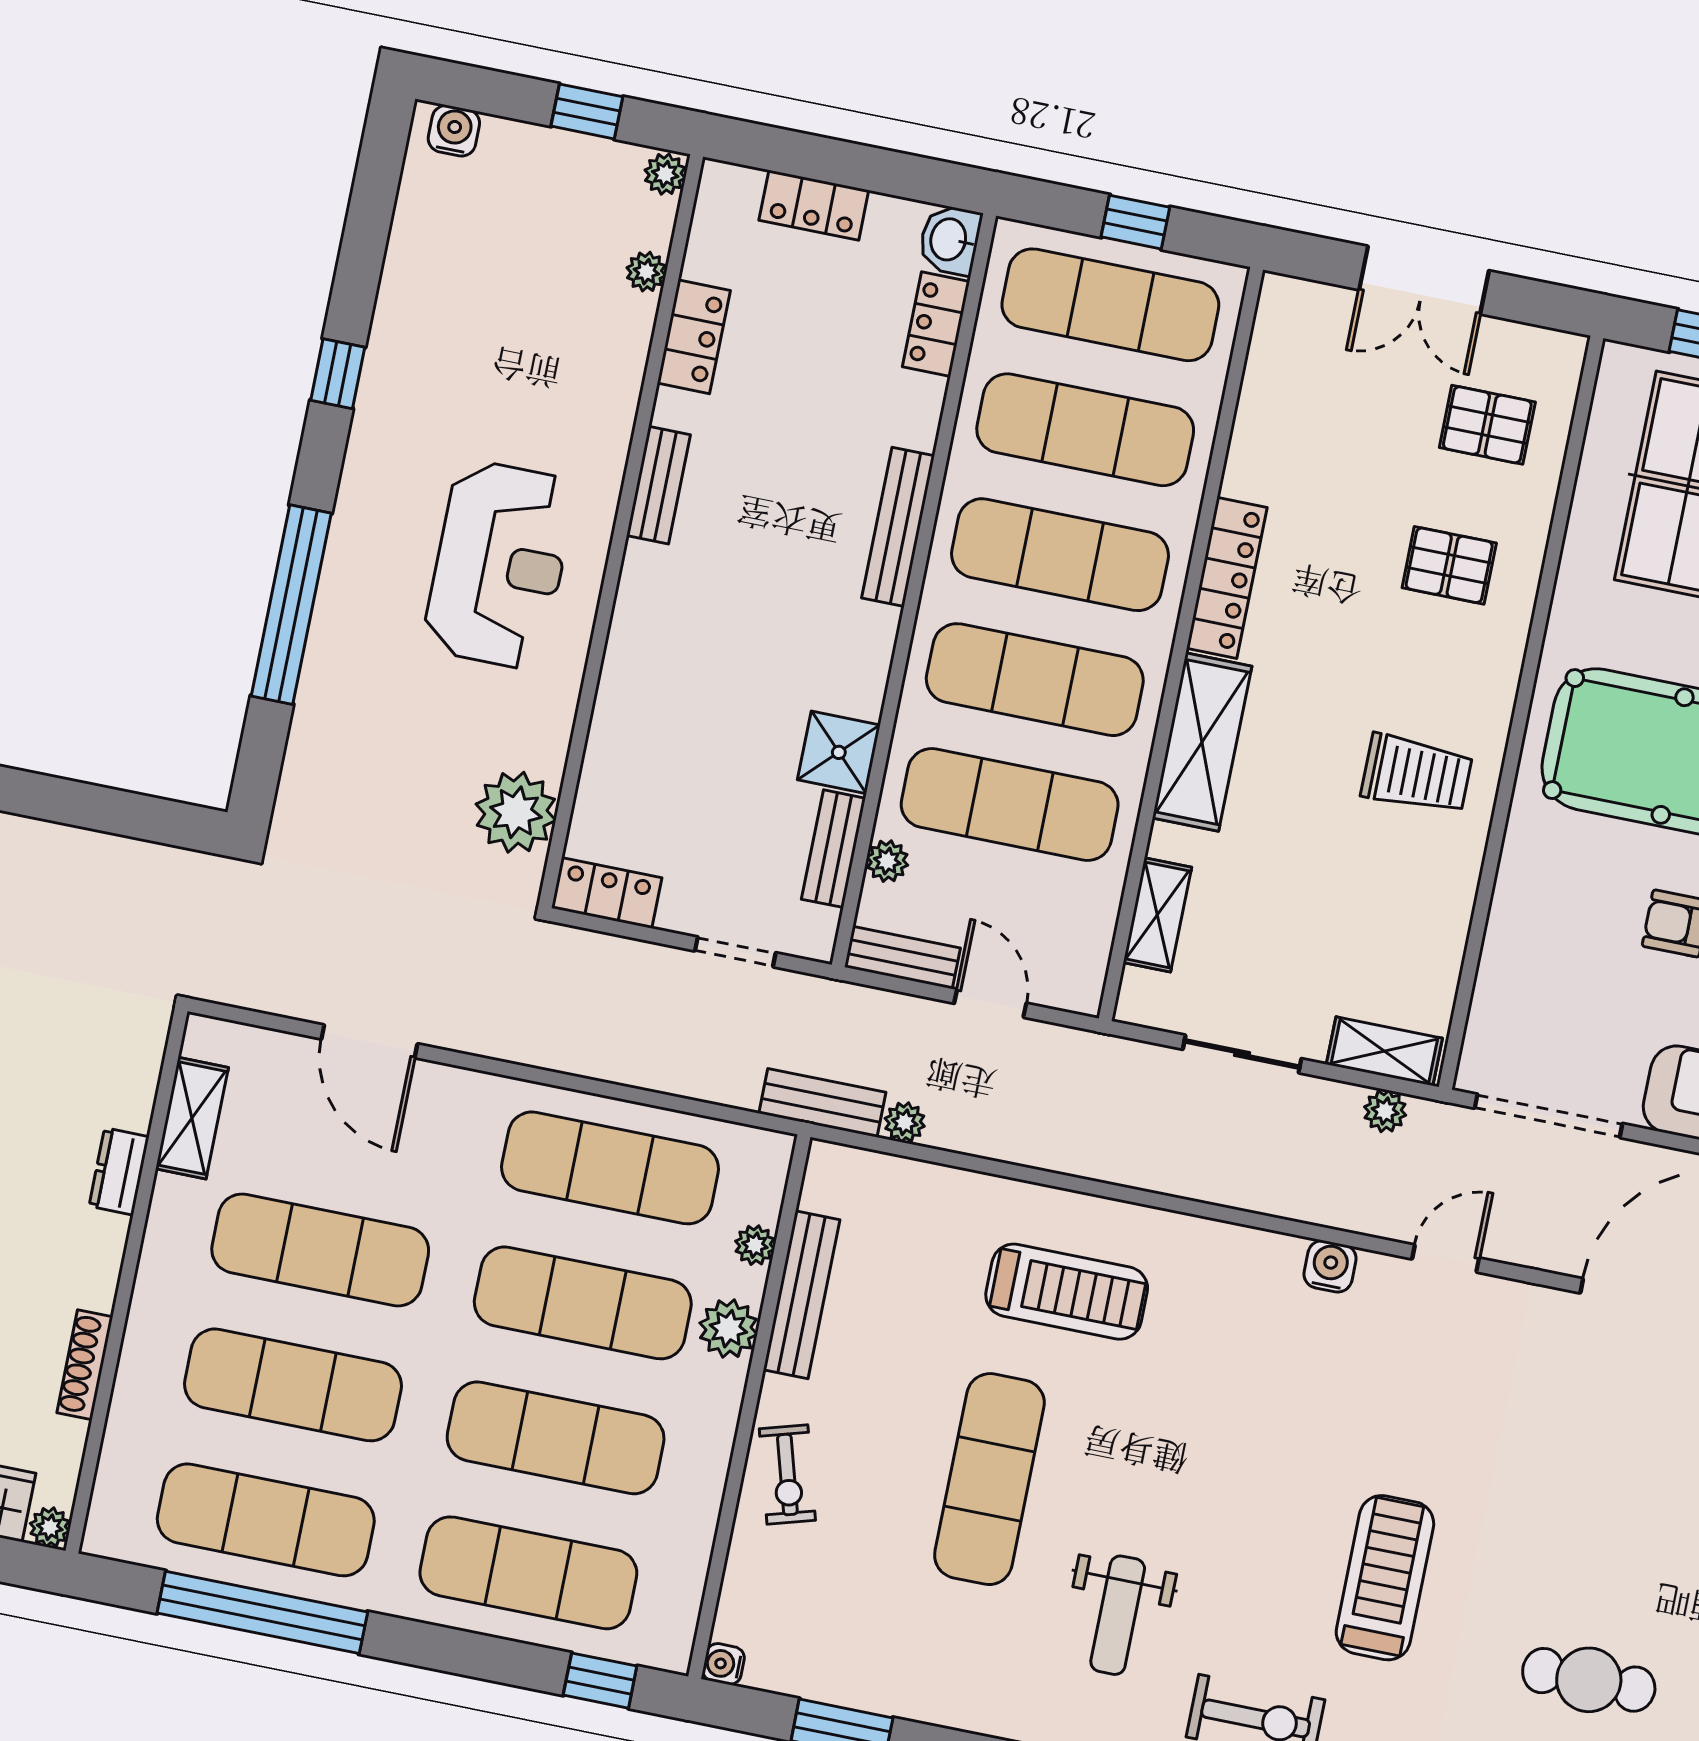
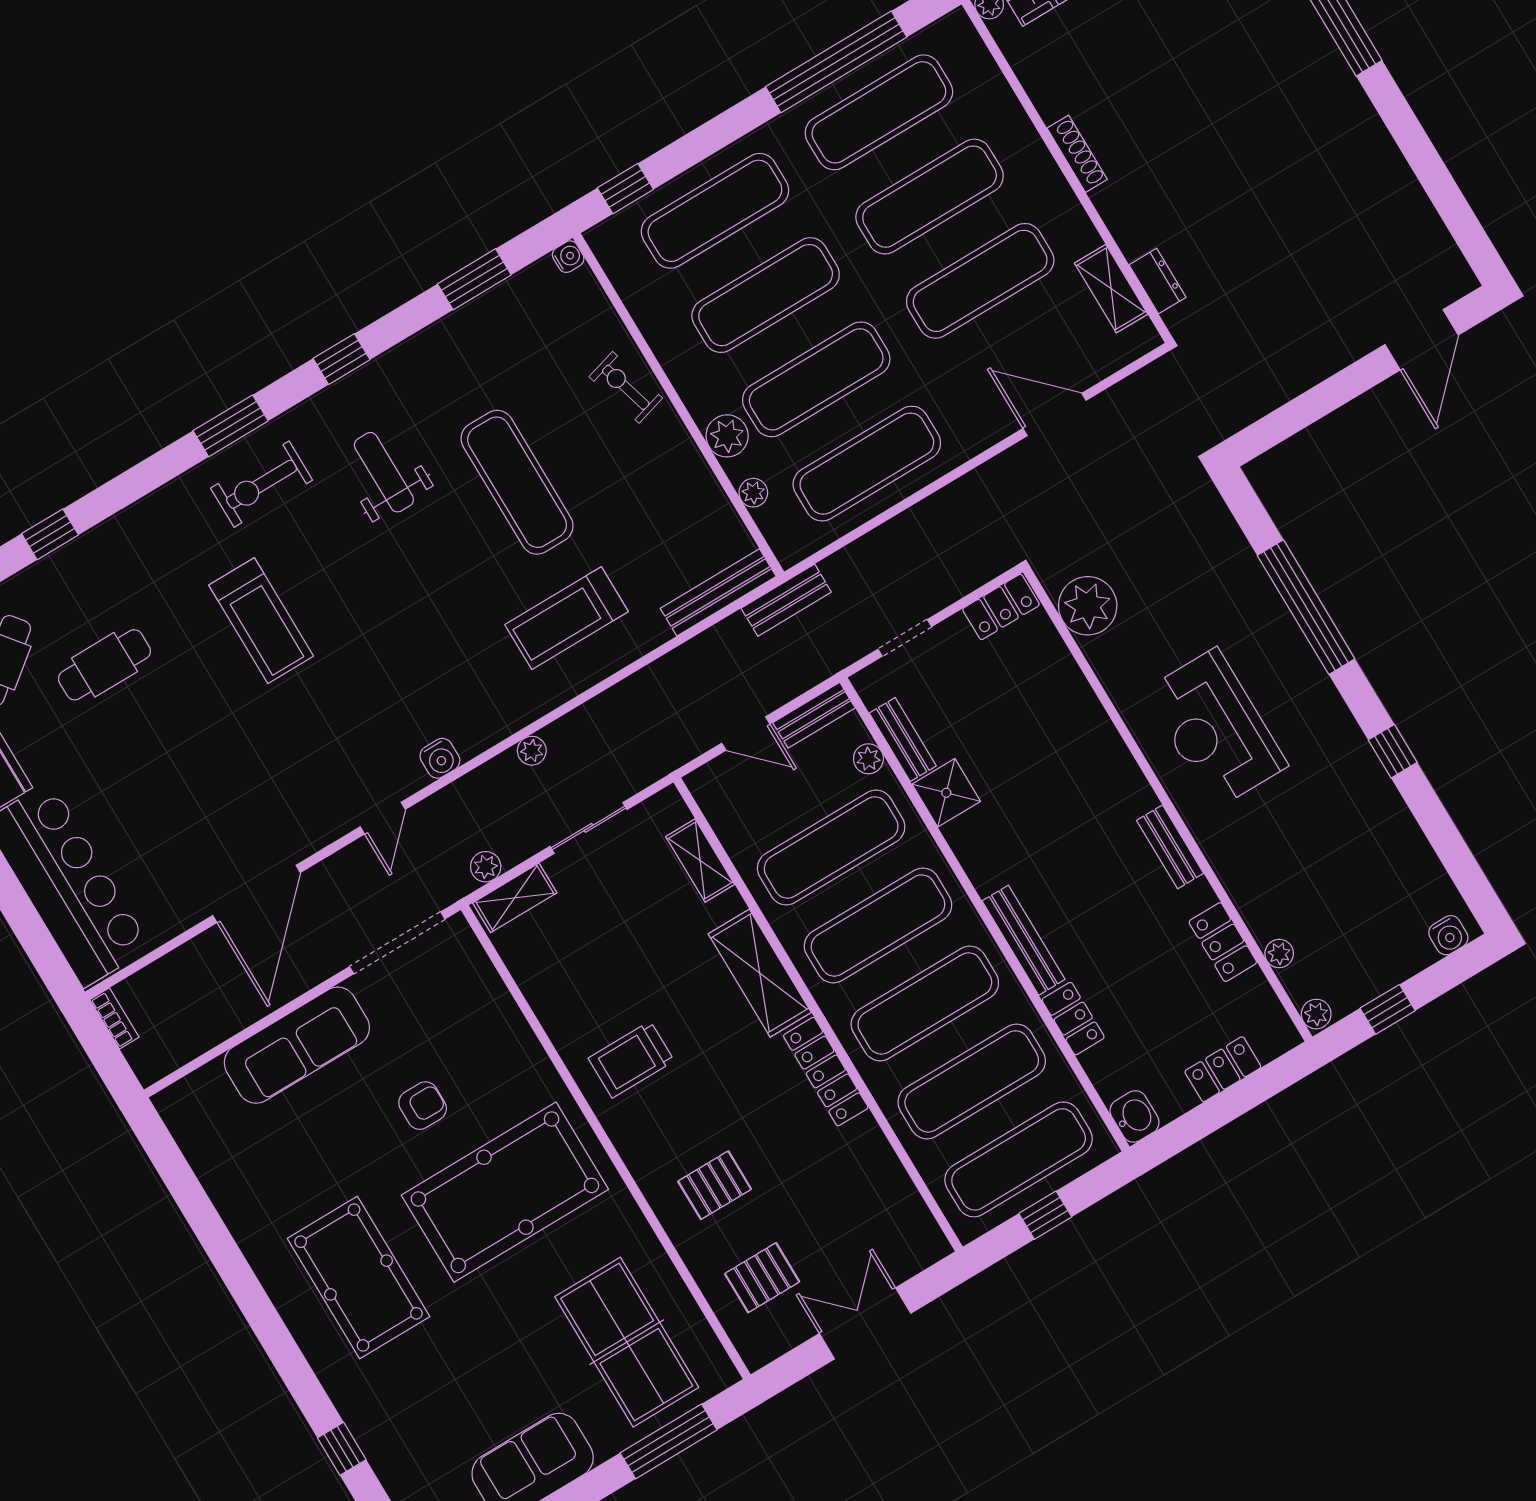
locker: (936, 324) -> (1073, 1019), moved
plant: (905, 1122) -> (532, 751), moved
dresser: (119, 1171) -> (1157, 281), moved
bench: (802, 1295) -> (718, 592), moved, turned 90
shoe rack: (85, 1365) -> (1077, 154), moved

